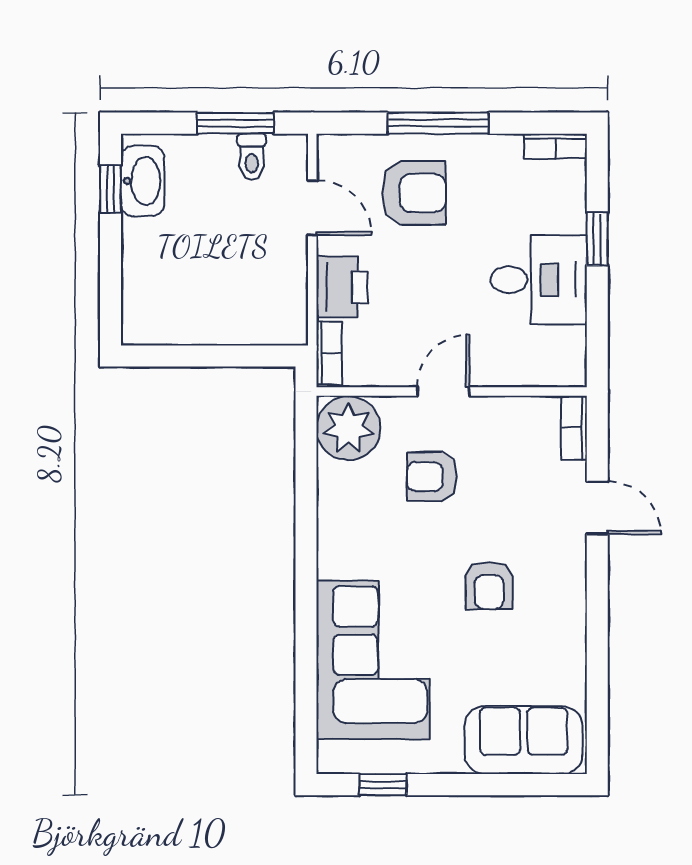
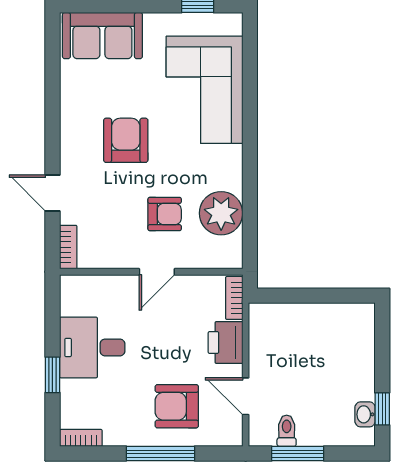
washbasin: (143, 181) -> (365, 414), width x0.52, depth x0.69
plant: (348, 428) -> (221, 213), moved
armchair: (489, 585) -> (126, 140), width x1.38, depth x1.38

